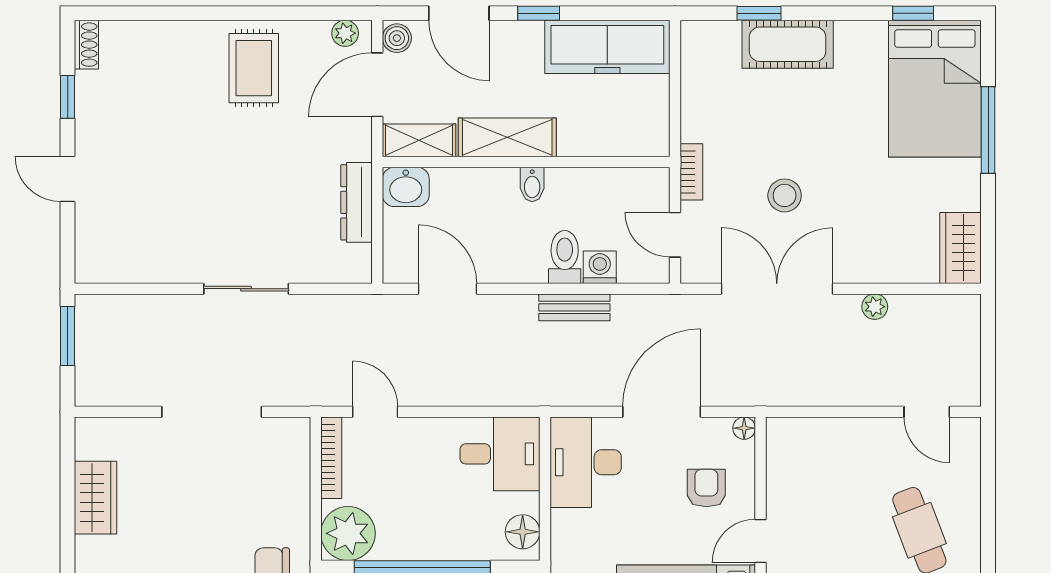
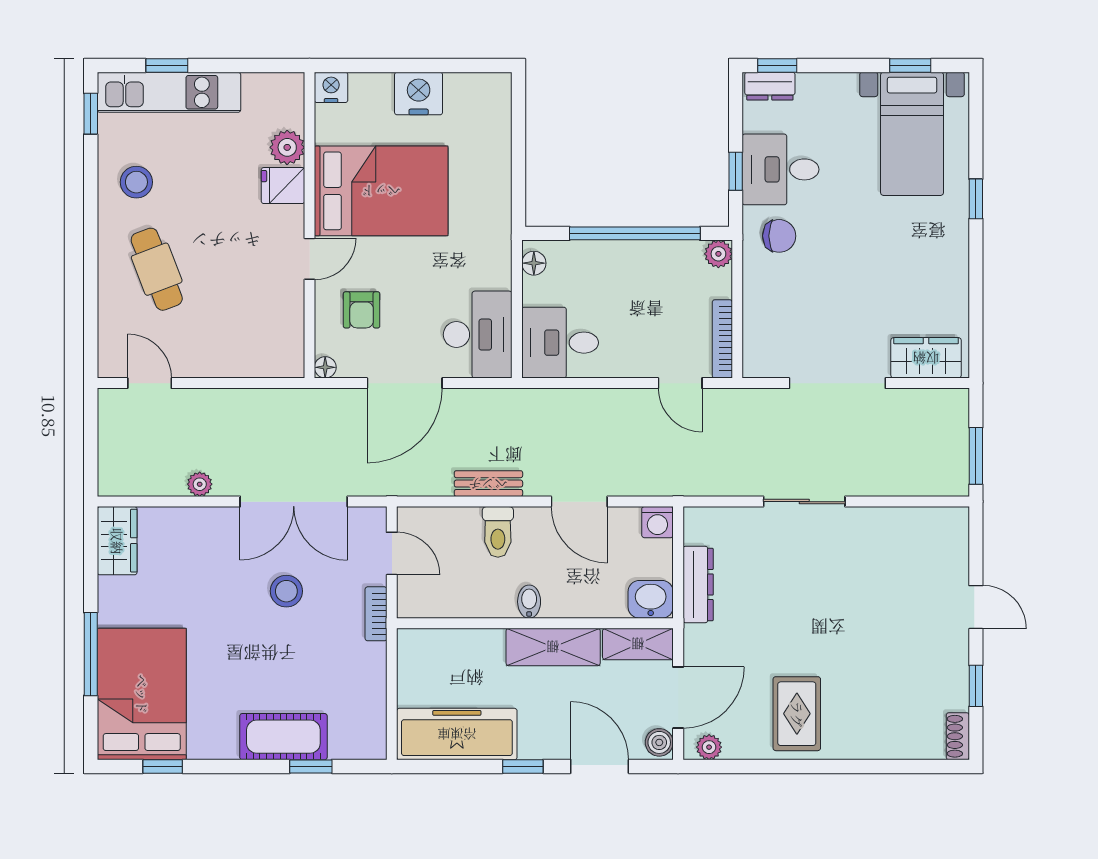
washing machine: (600, 267) -> (657, 522), moved
door: (448, 289) -> (579, 502), moved
wardrobe: (96, 498) -> (926, 358), moved, turned 90
floor lamp: (523, 532) -> (534, 263), width x0.73, depth x0.73
plant: (348, 533) -> (718, 254), width x0.53, depth x0.53

